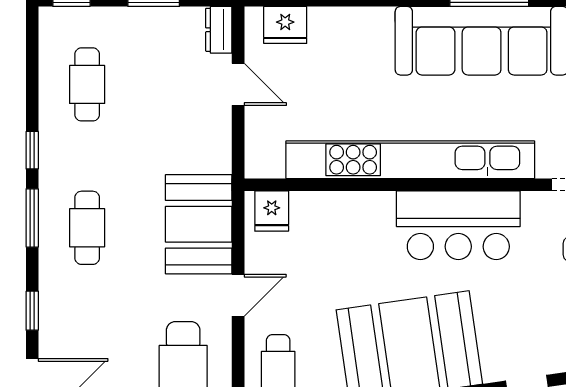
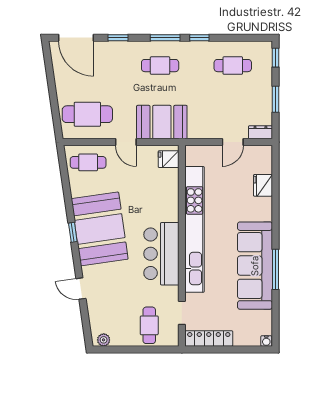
fridge: (285, 25) -> (263, 185), moved

